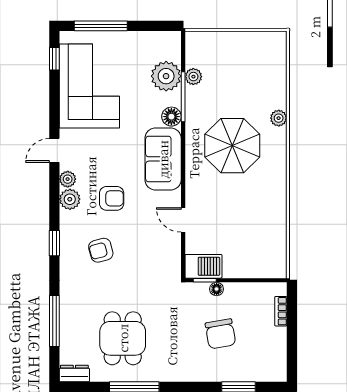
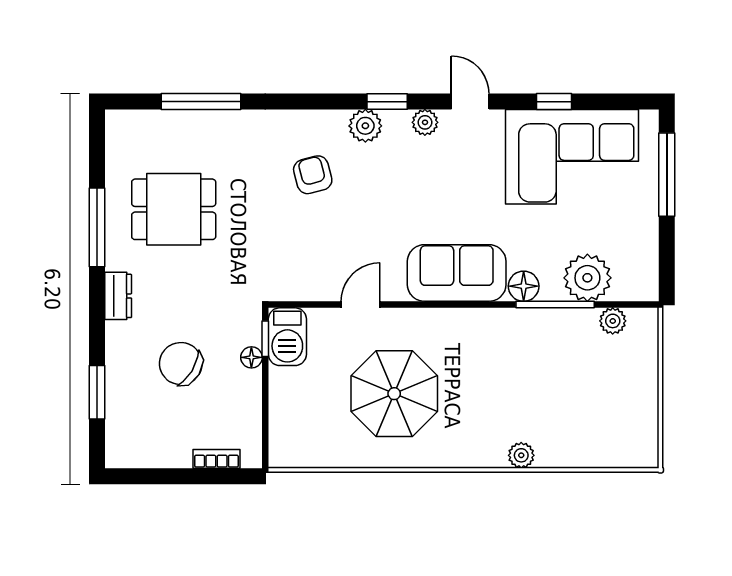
window: (54, 59) -> (554, 102), moved
plant: (193, 77) -> (613, 321), moved
parasol: (232, 146) -> (394, 394), moved
armchair: (112, 198) -> (395, 192), removed
plant: (70, 199) -> (365, 126), moved
window: (54, 243) -> (387, 102), moved
chair: (220, 334) -> (181, 364), turned 41
dresser: (74, 374) -> (118, 296), moved

